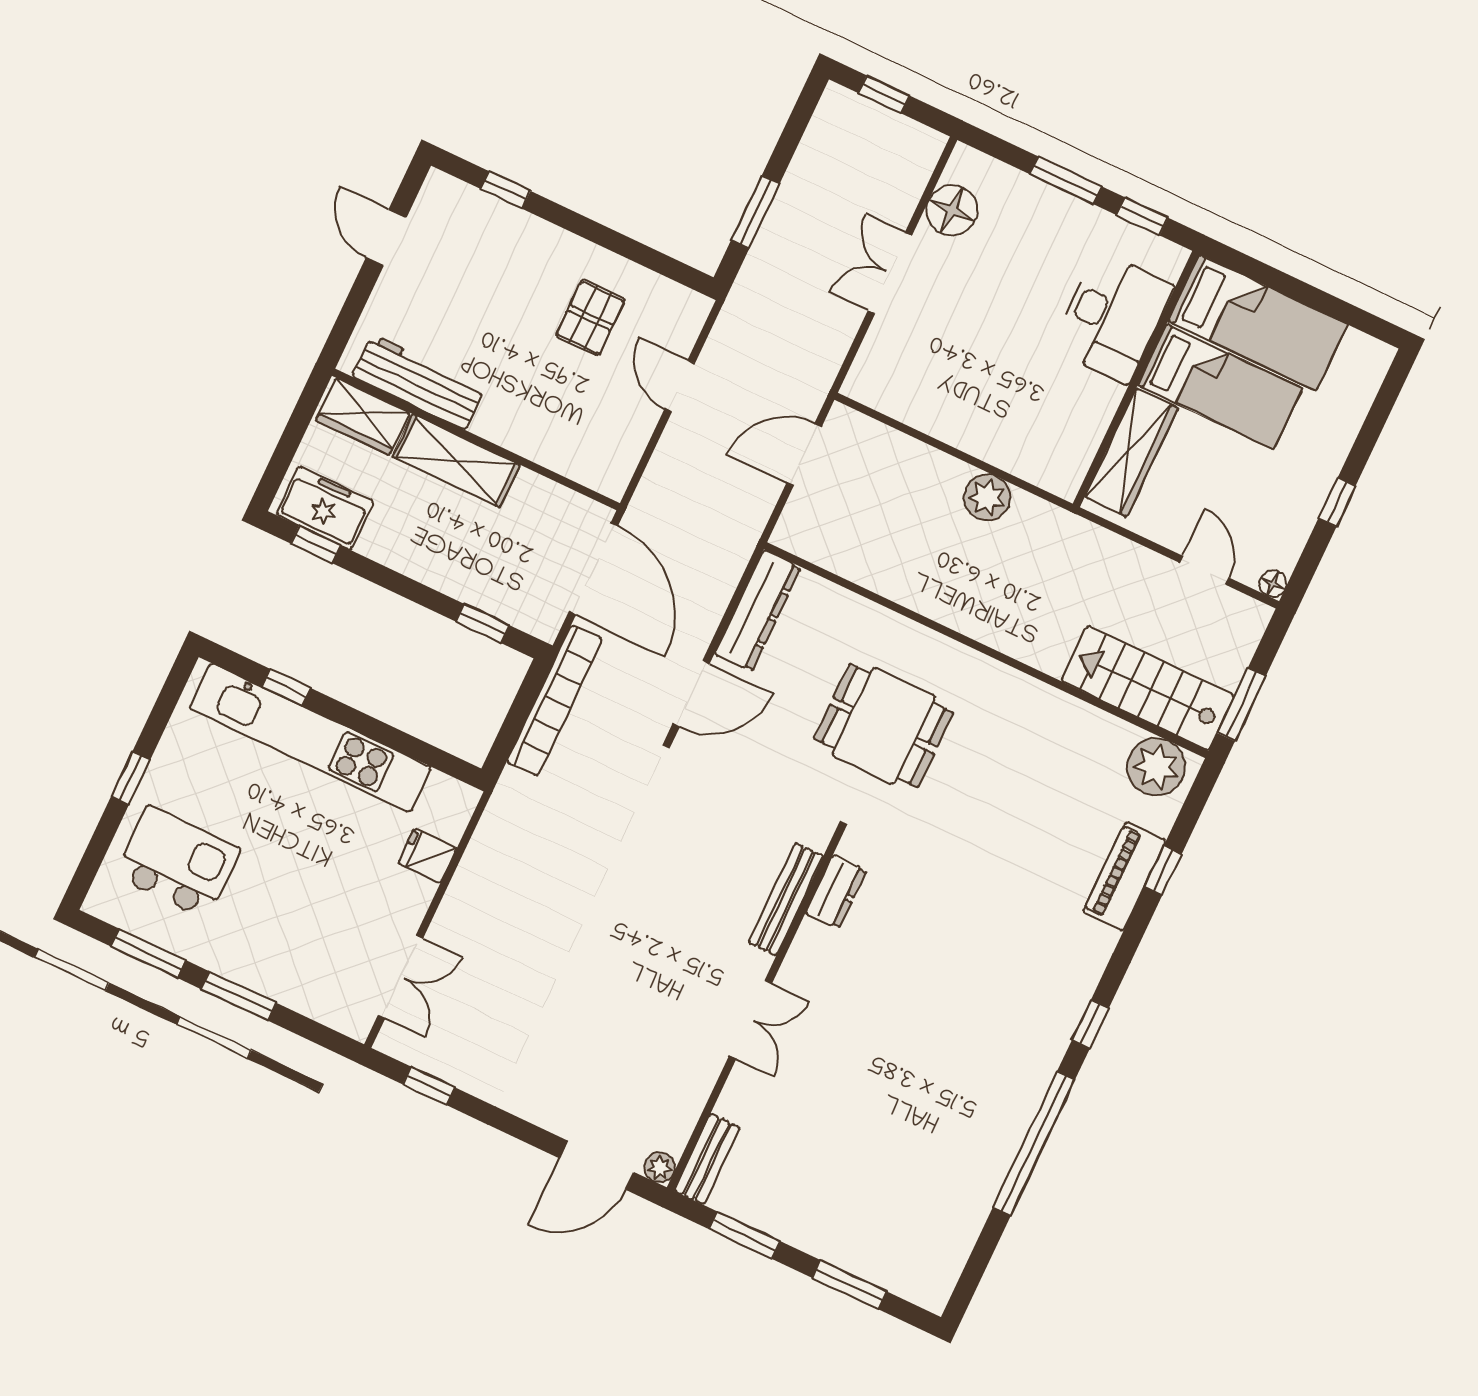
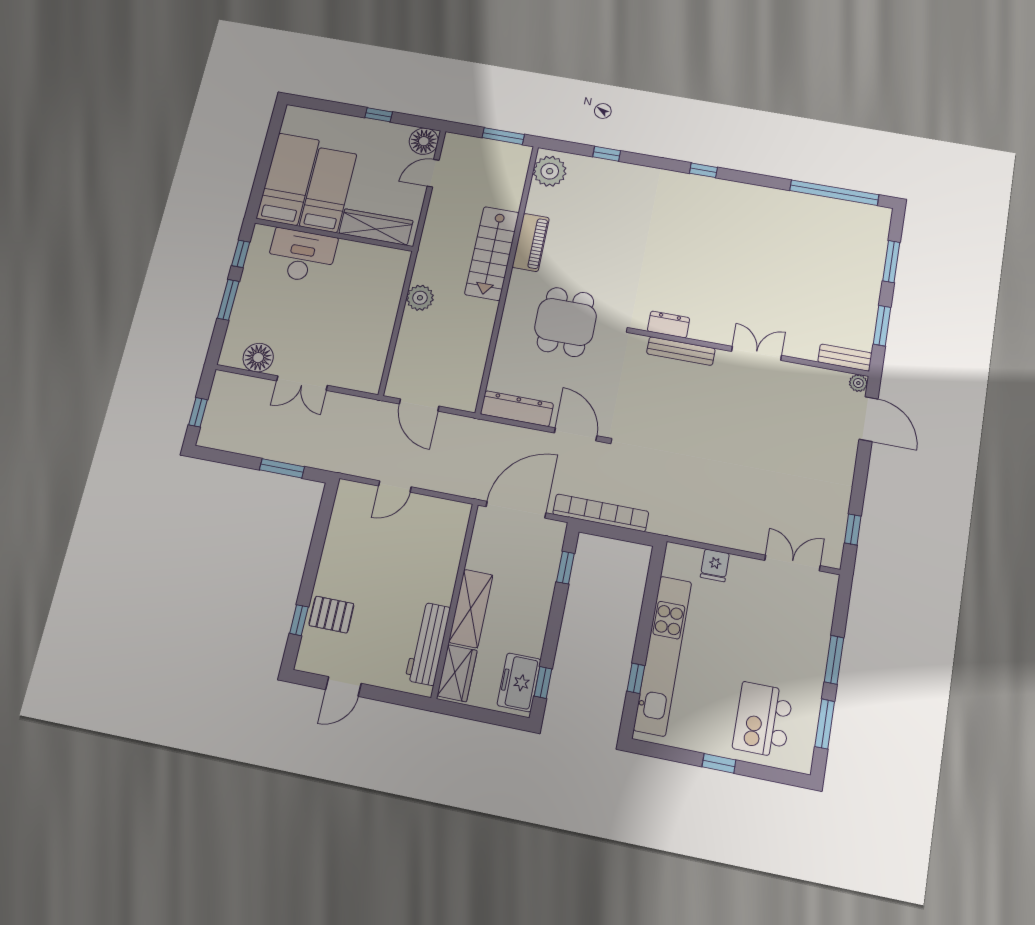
pallet: (590, 318) -> (331, 615), moved
floor lamp: (1273, 584) -> (424, 141), width x1.89, depth x1.89
stairs: (1148, 688) -> (492, 253), moved
piano: (1124, 876) -> (531, 242), moved, turned -90
window: (1034, 1144) -> (834, 193), moved

